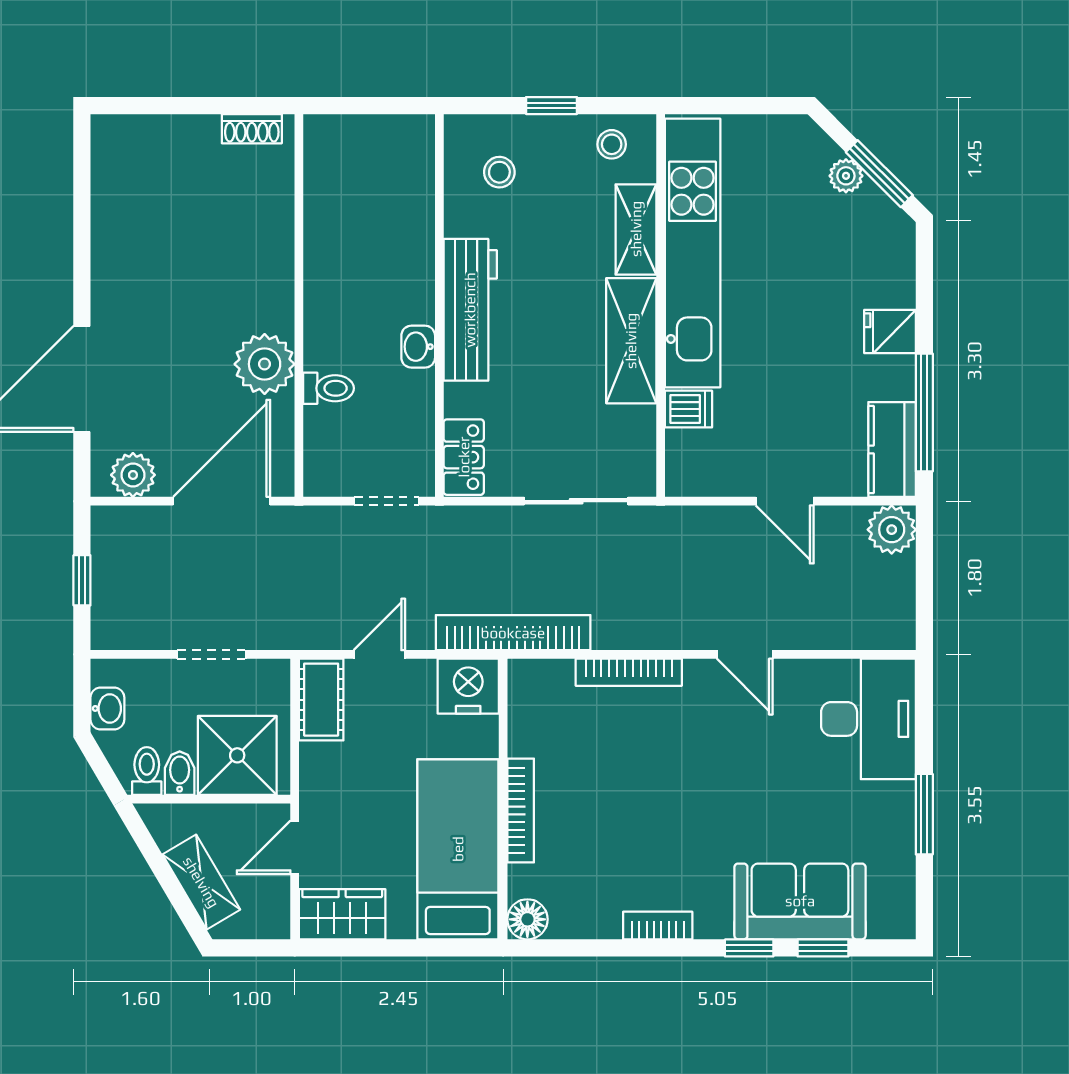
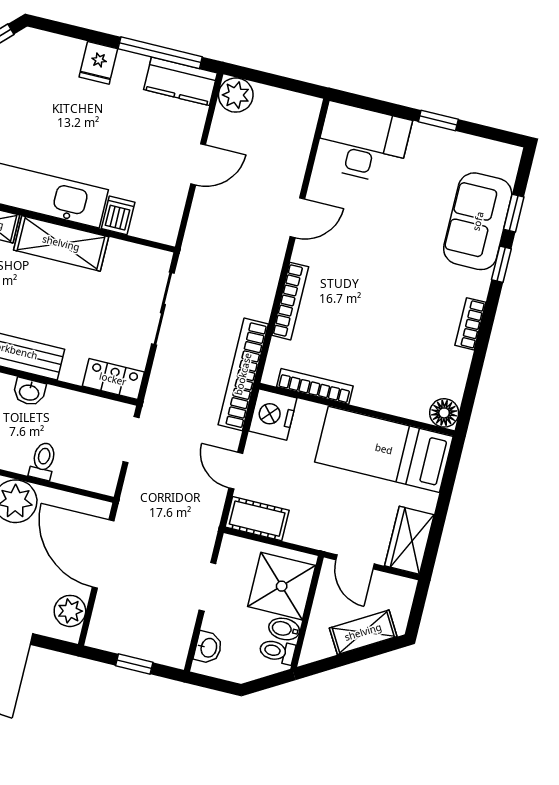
washbasin: (107, 708) -> (208, 648), moved, turned 90
bookcase: (521, 810) -> (315, 386), moved
window: (924, 814) -> (438, 120), width x0.67

